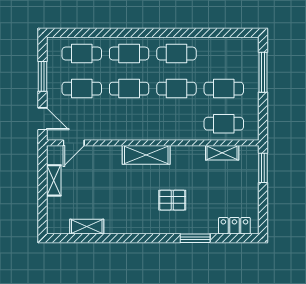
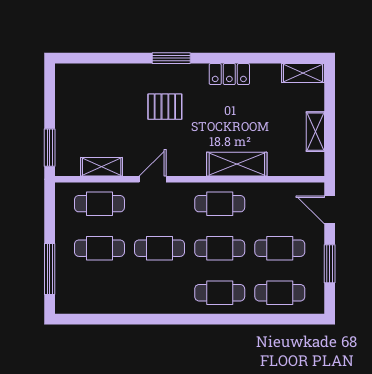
cafe table: (176, 54) -> (220, 204), moved
door: (74, 143) -> (153, 179), moved
shelving: (146, 155) -> (237, 164), moved
locker: (234, 226) -> (229, 74), moved
shelving: (87, 227) -> (303, 73), moved
window: (195, 238) -> (171, 58), moved

